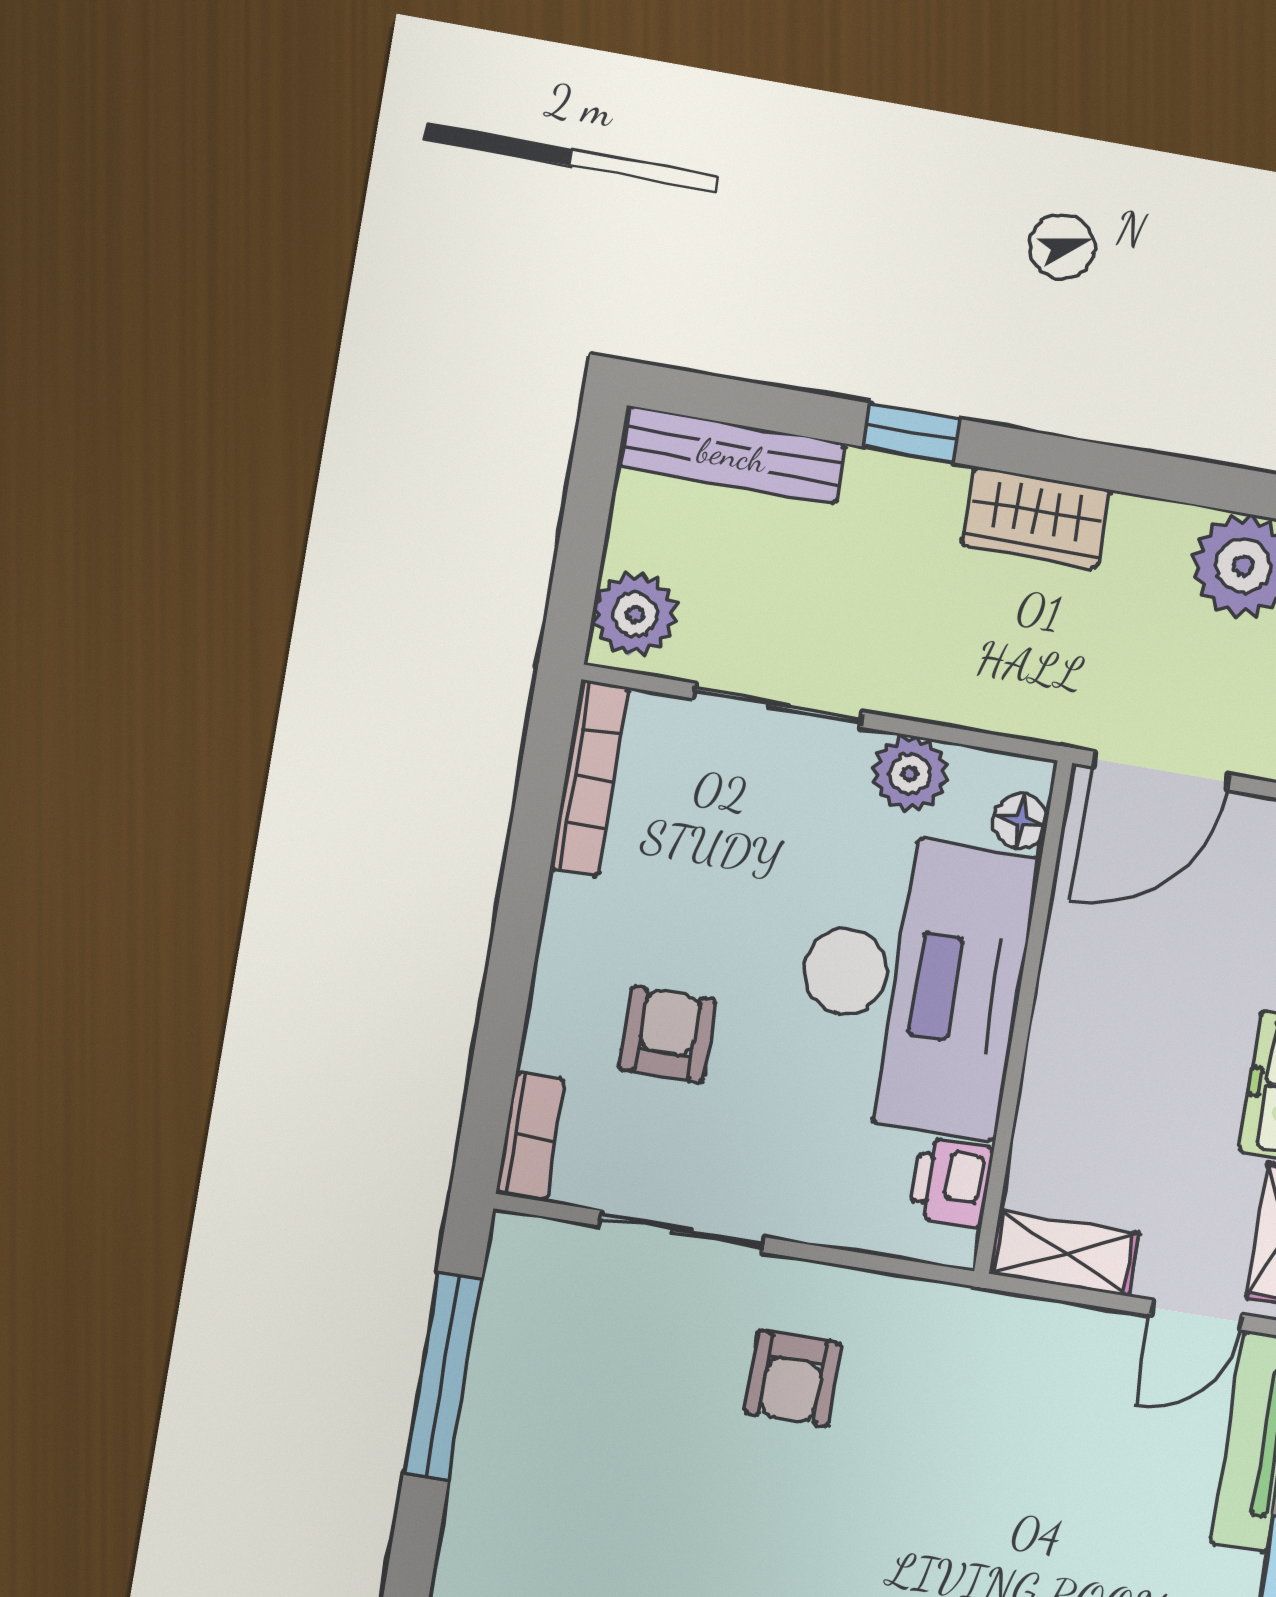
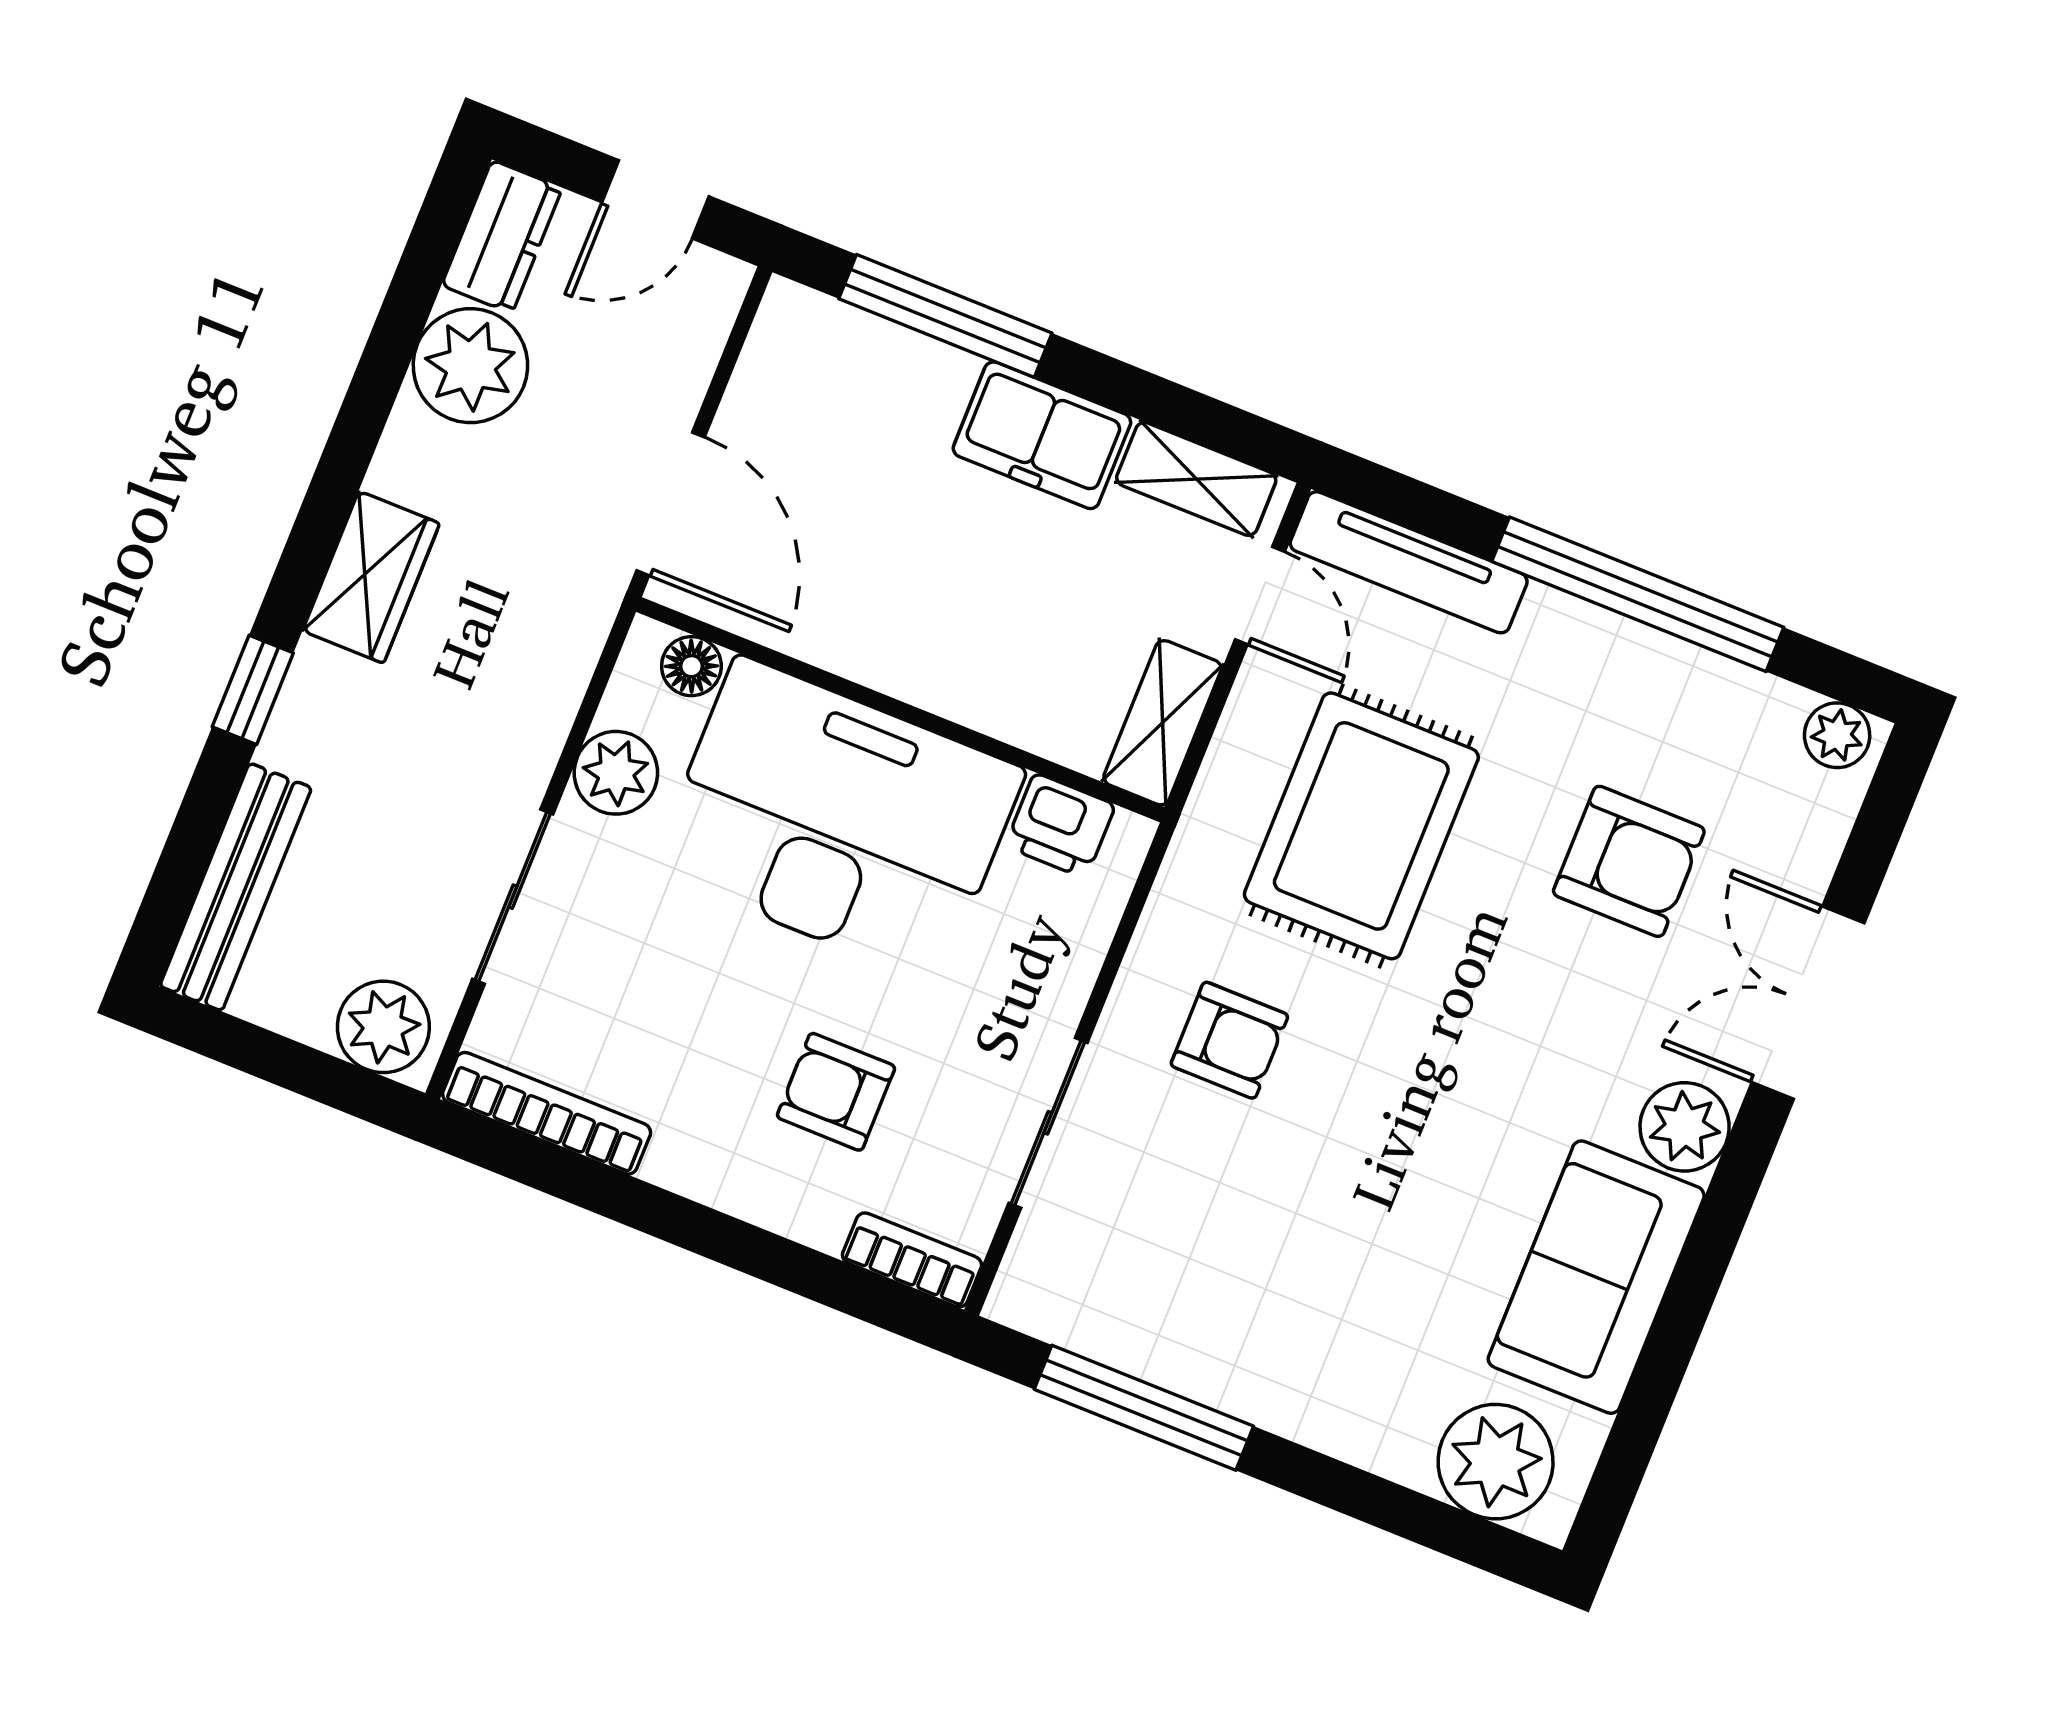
rug: (1012, 1453) -> (1361, 826), added

